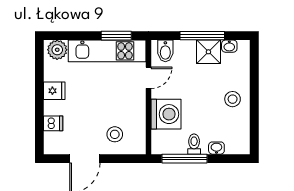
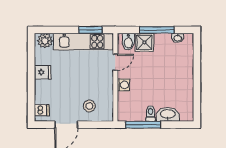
shower: (208, 52) -> (144, 42), moved
stool: (233, 99) -> (180, 79), removed
washing machine: (166, 114) -> (123, 85), width x0.53, depth x0.53
dishwasher: (53, 123) -> (42, 110), moved
washbasin: (216, 148) -> (168, 114), width x1.91, depth x1.45

